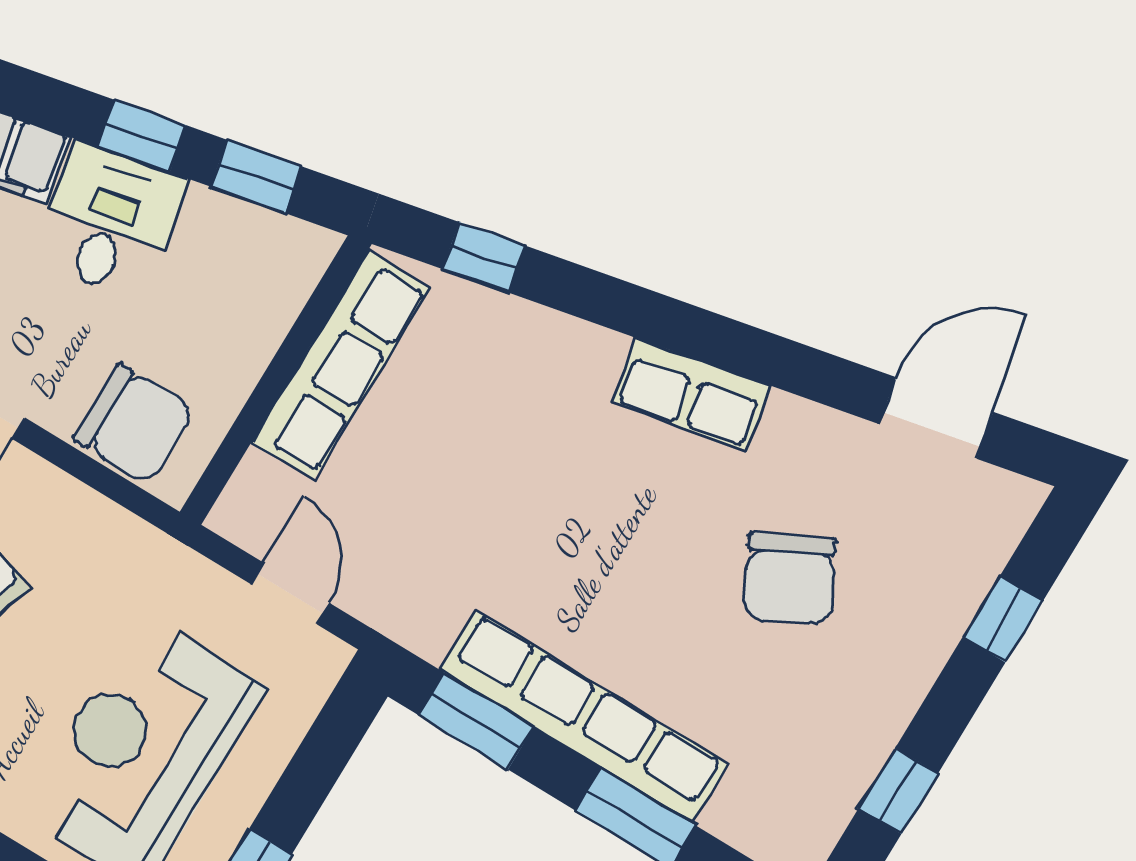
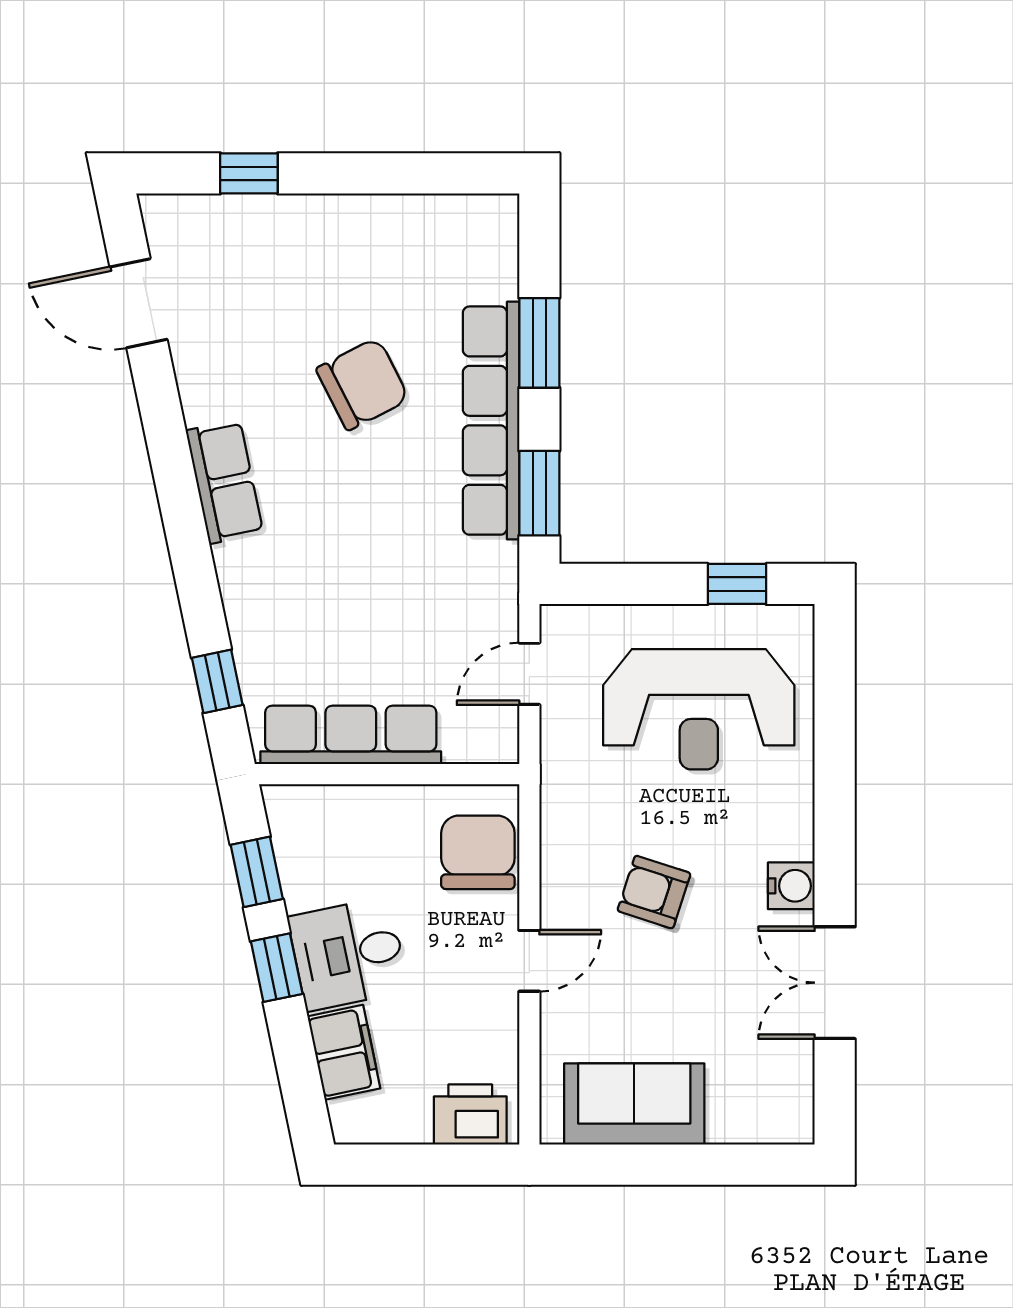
chair: (790, 579) -> (363, 384), moved
window: (898, 791) -> (411, 173), removed

